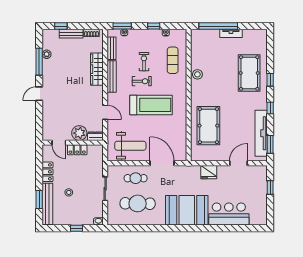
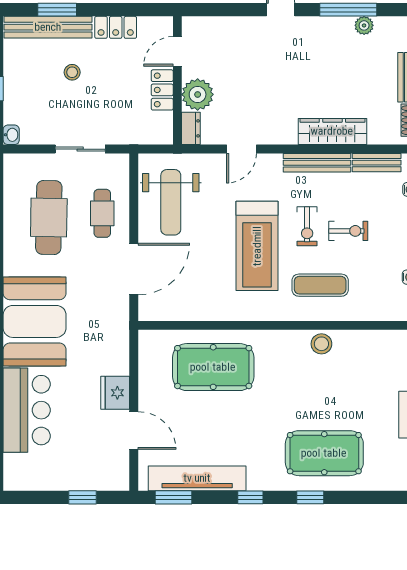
exercise mat: (173, 60) -> (320, 285), moved
fridge: (209, 172) -> (115, 393), moved

